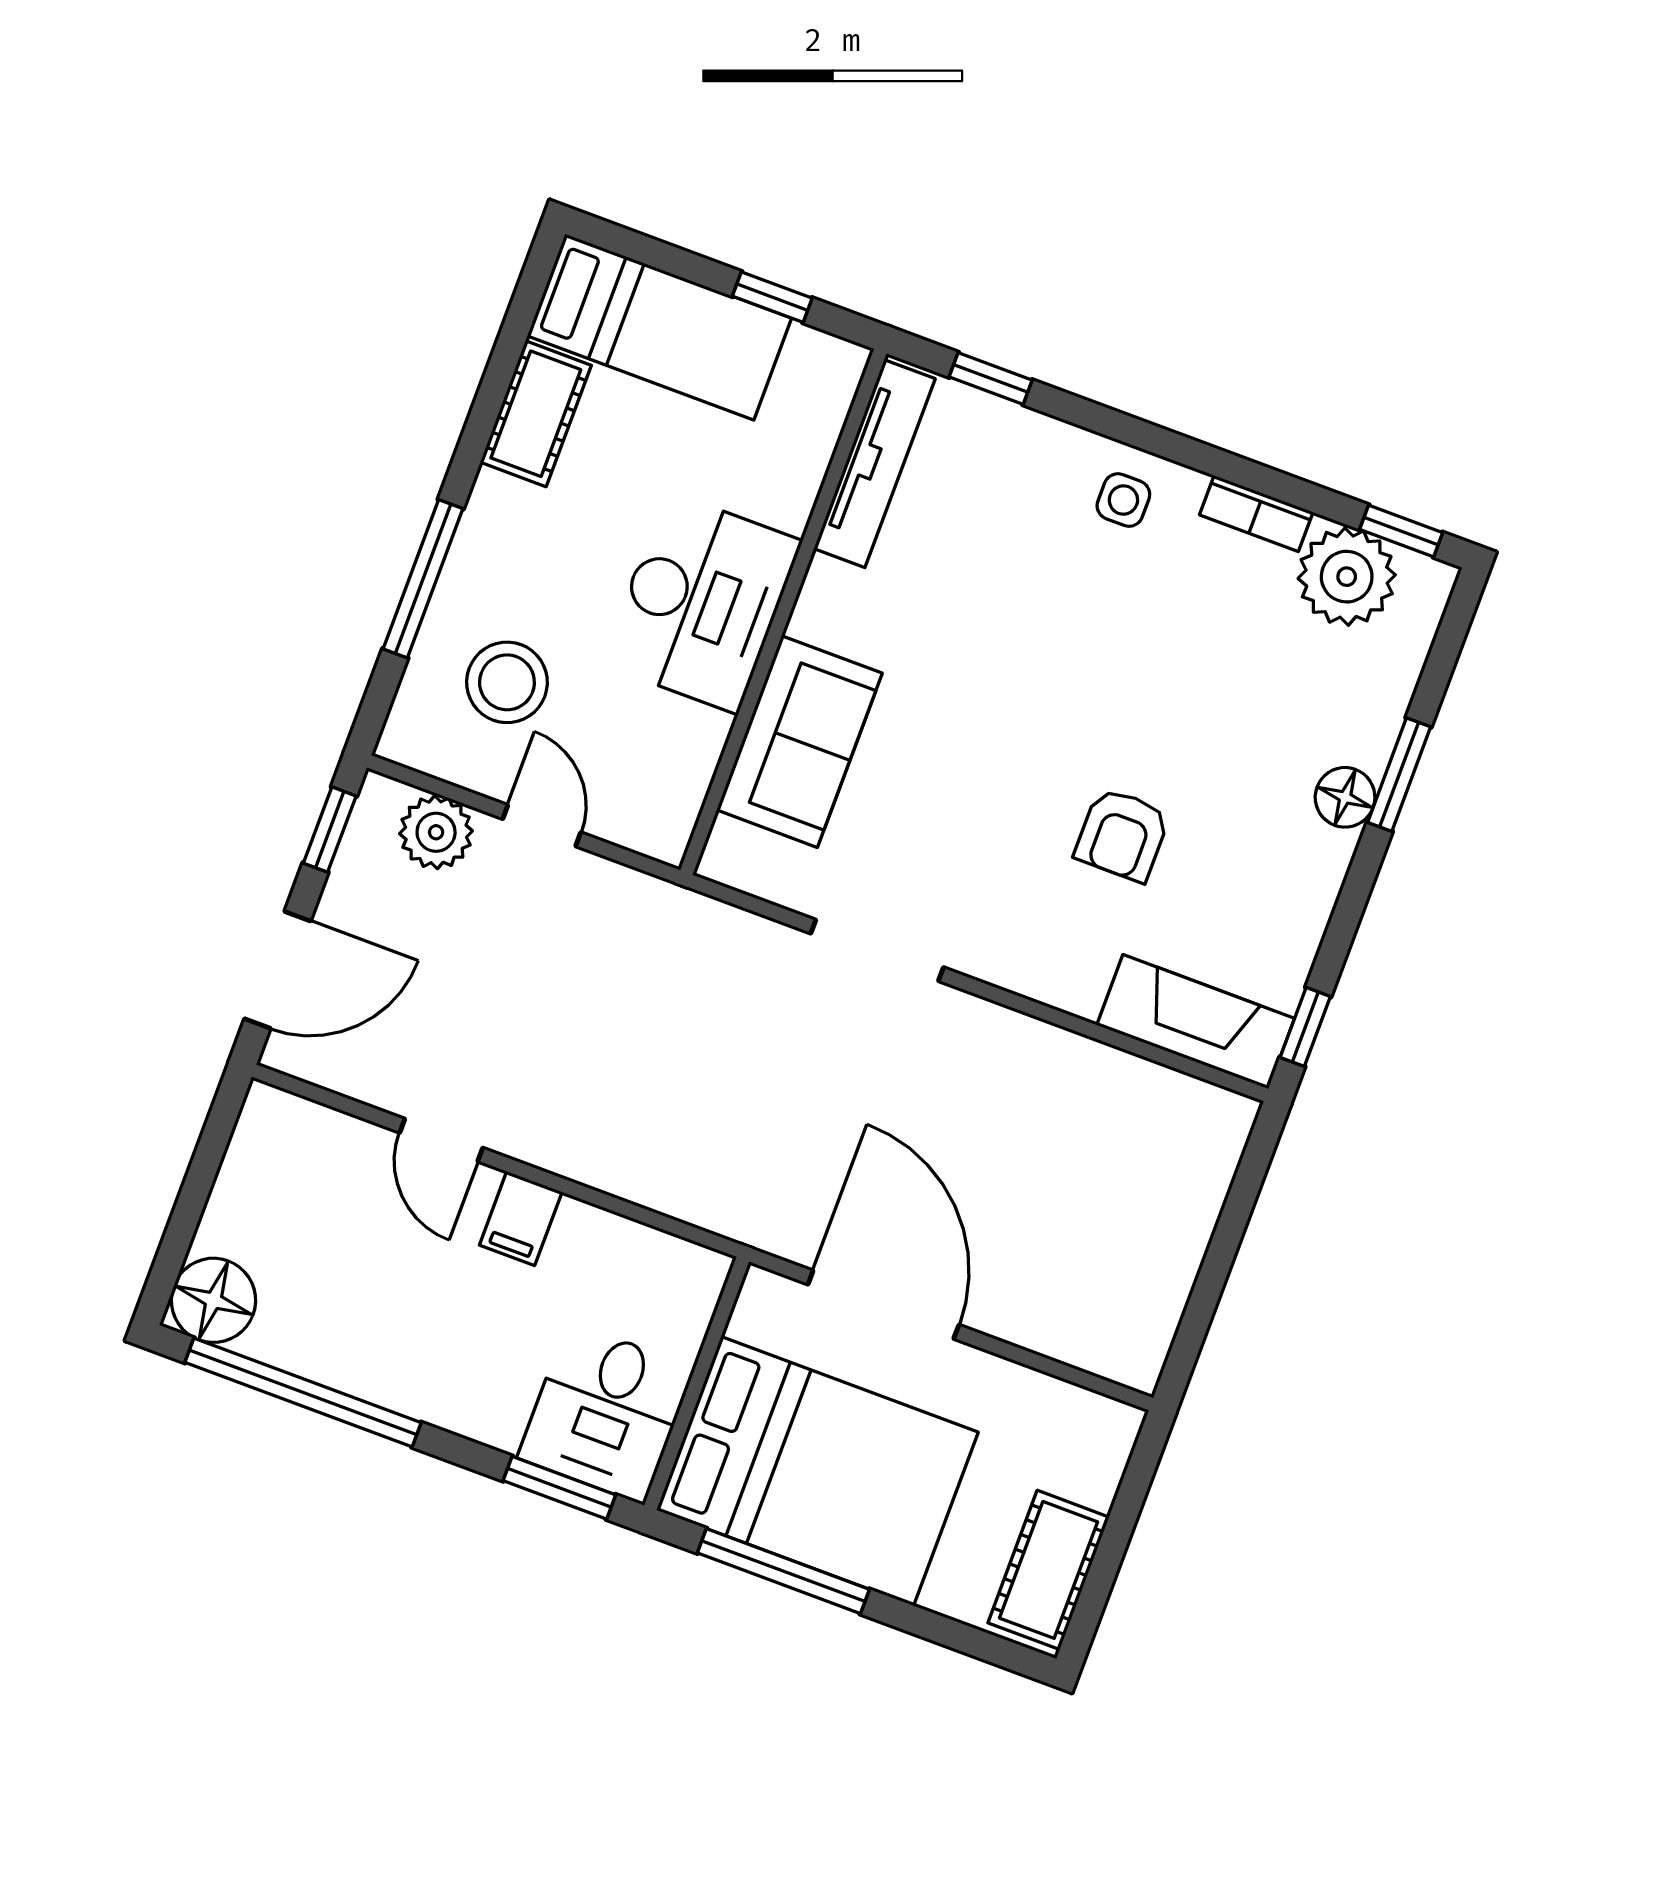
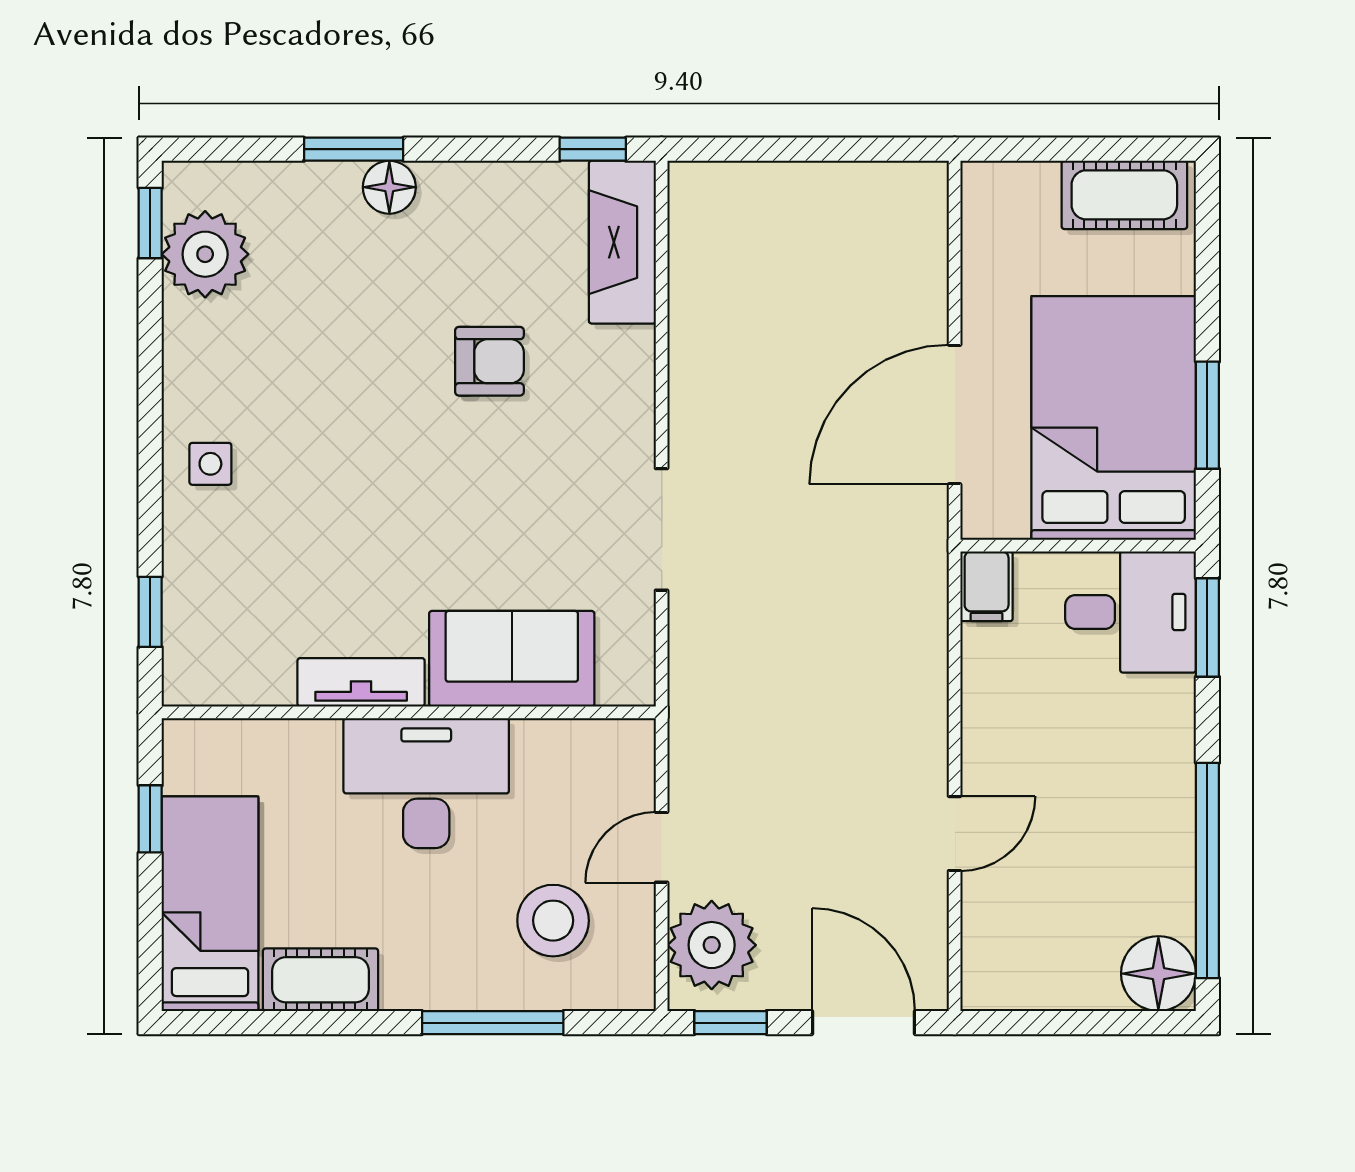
tv unit: (875, 464) -> (361, 682), moved, width x0.71
bookcase: (1256, 513) -> (180, 349), removed
plant: (436, 832) -> (712, 945), width x1.36, depth x1.36
filing cabinet: (521, 1219) -> (987, 586), moved, turned 90
window: (783, 1571) -> (1207, 415), width x0.69

